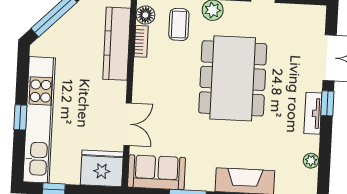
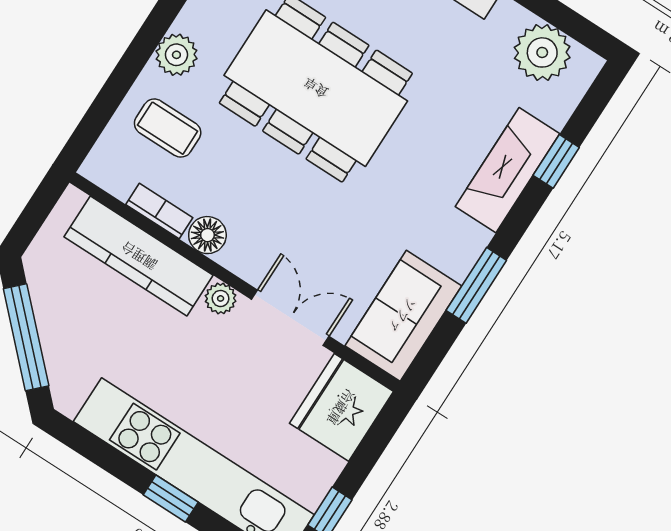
floor lamp: (145, 15) -> (207, 235), moved
plant: (119, 89) -> (221, 298), added
plant: (311, 161) -> (542, 52), width x1.88, depth x1.88

